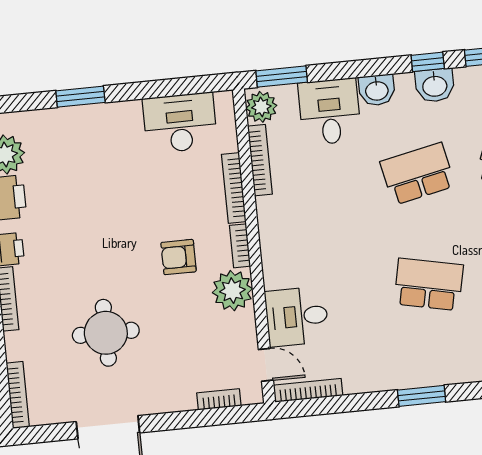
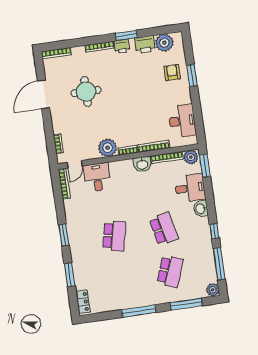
washbasin: (435, 85) -> (142, 164), moved, turned -90
armchair: (179, 257) -> (172, 72), moved

